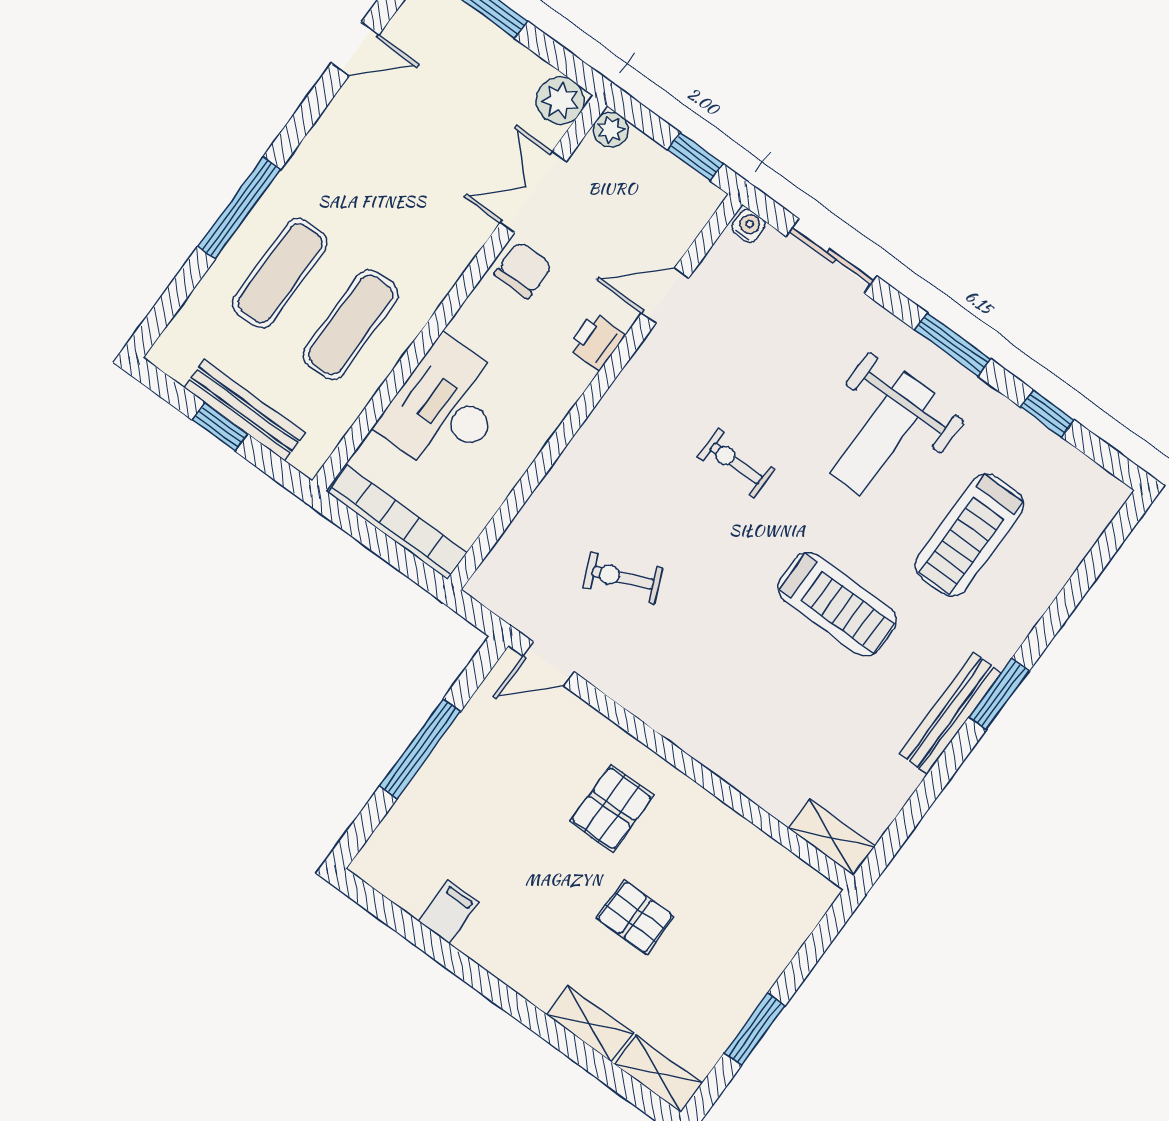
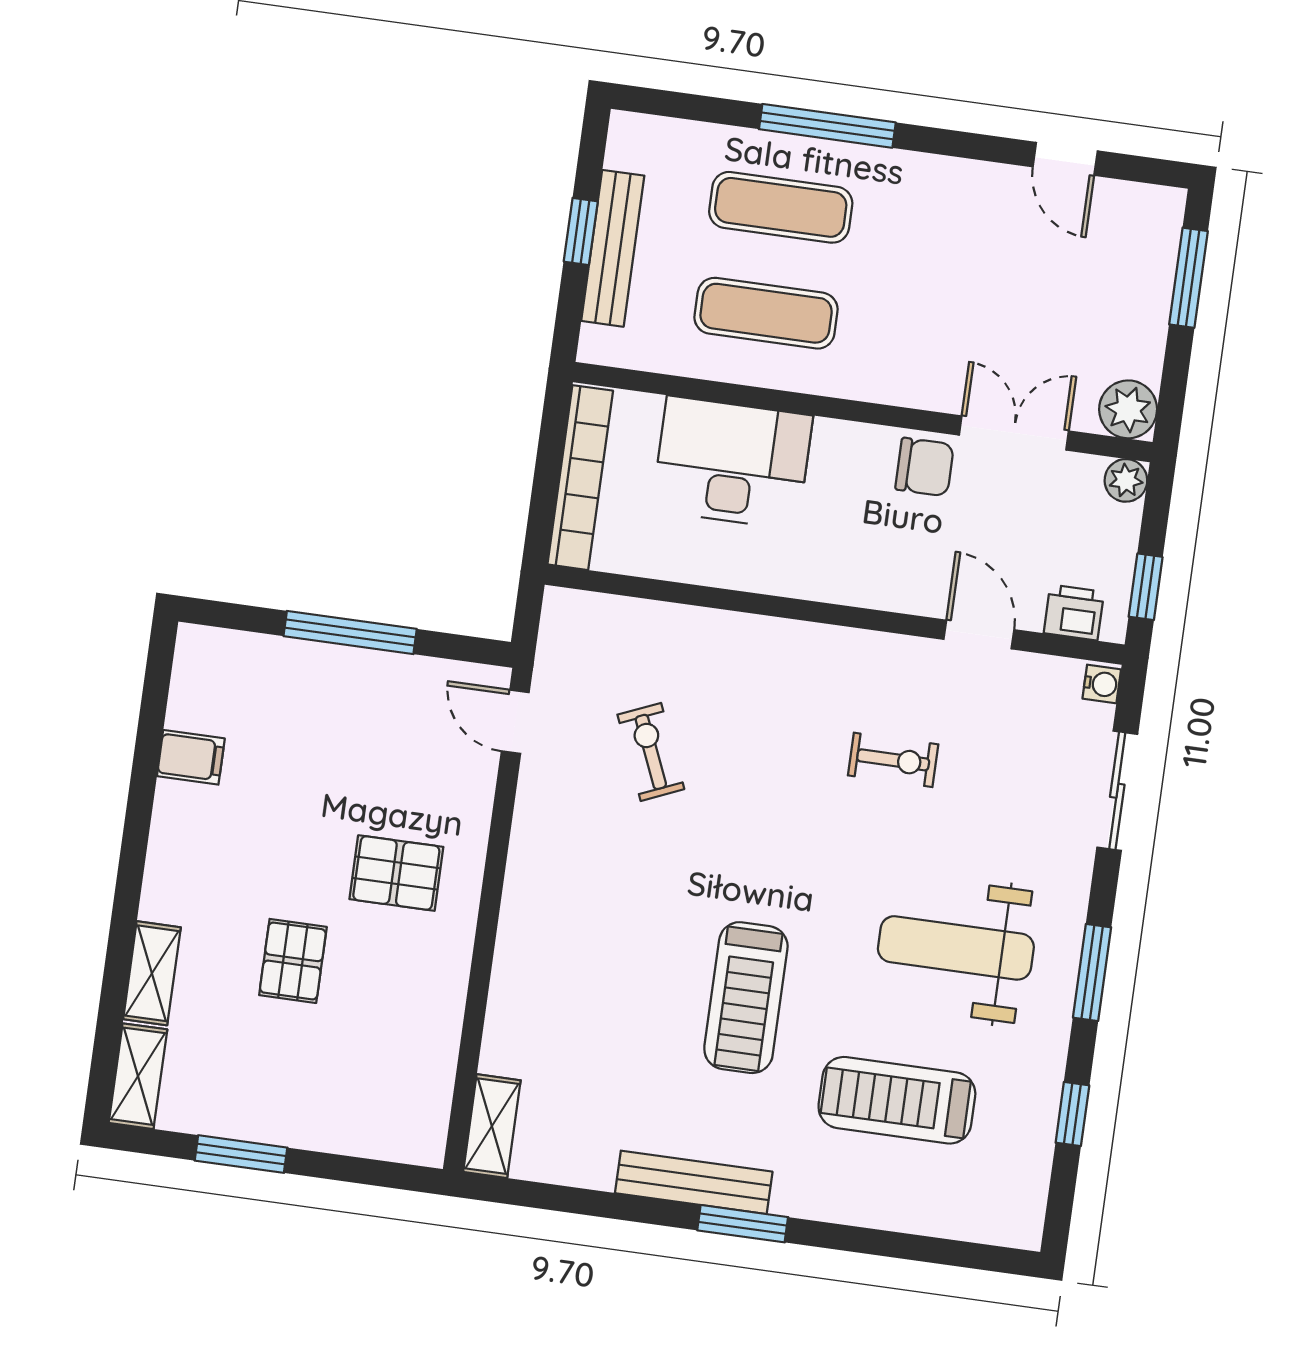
printer: (596, 341) -> (1074, 612), moved
exercise bike: (736, 463) -> (893, 760), moved, turned 90

